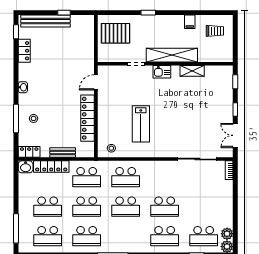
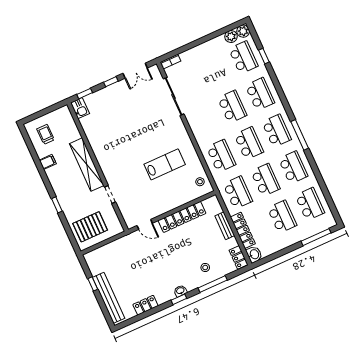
window: (16, 32) -> (179, 299), moved
pallet: (116, 33) -> (90, 227), turned 90
shelving: (192, 71) -> (93, 139), removed
kitchen sink: (162, 72) -> (80, 108), moved
school desk: (126, 236) -> (277, 131), added

